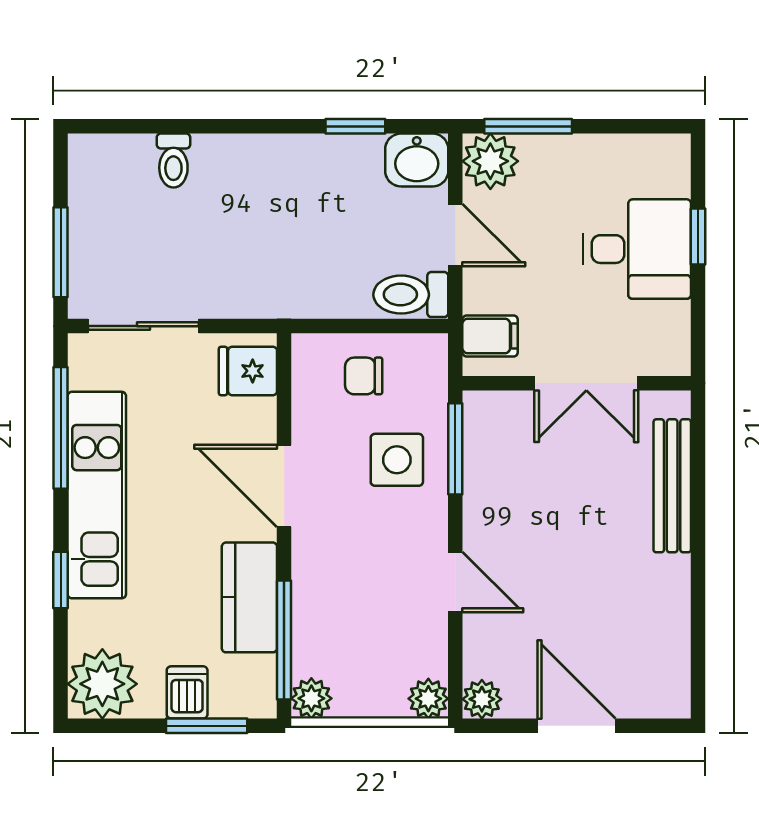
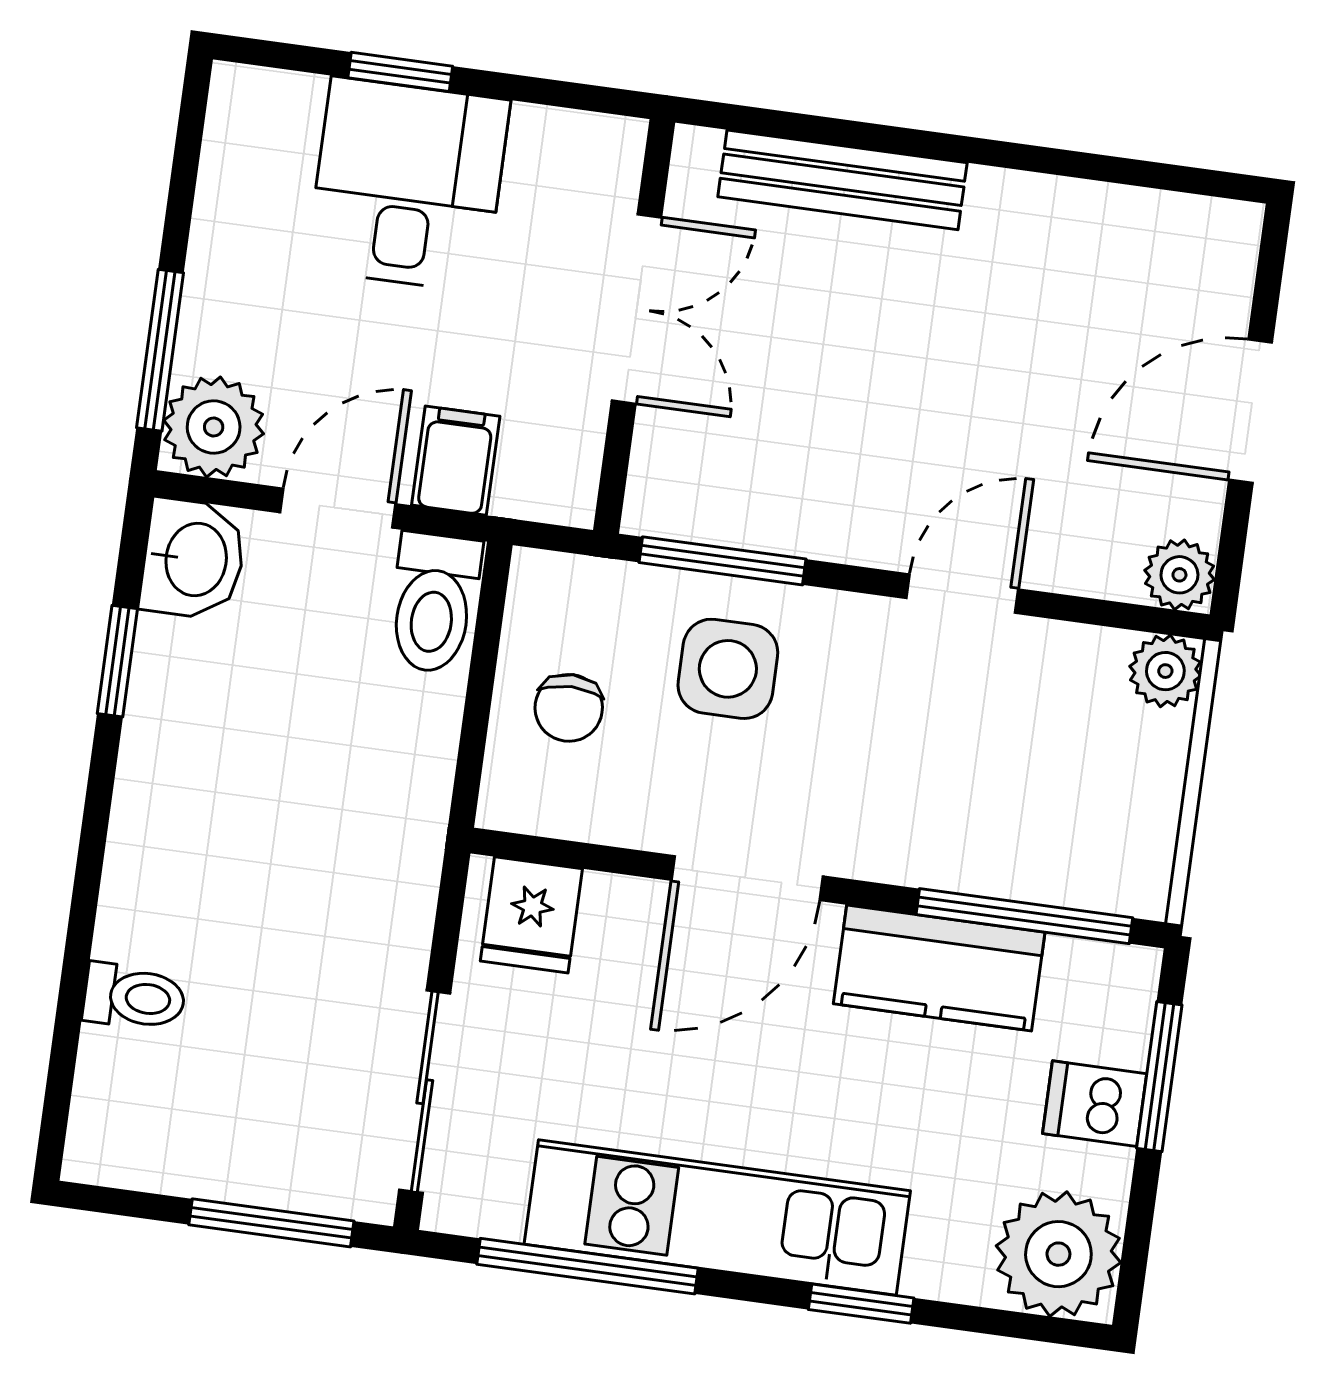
filing cabinet: (490, 336) -> (456, 461), moved
plant: (311, 698) -> (1136, 881), removed

